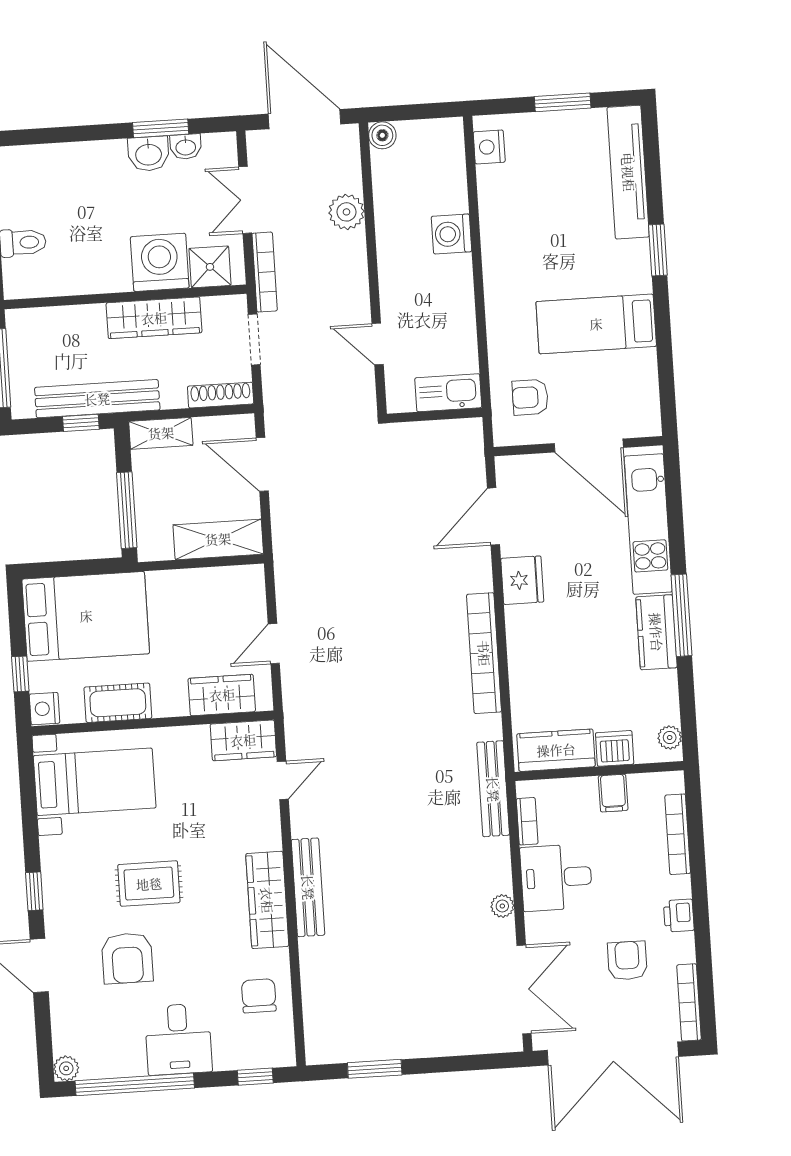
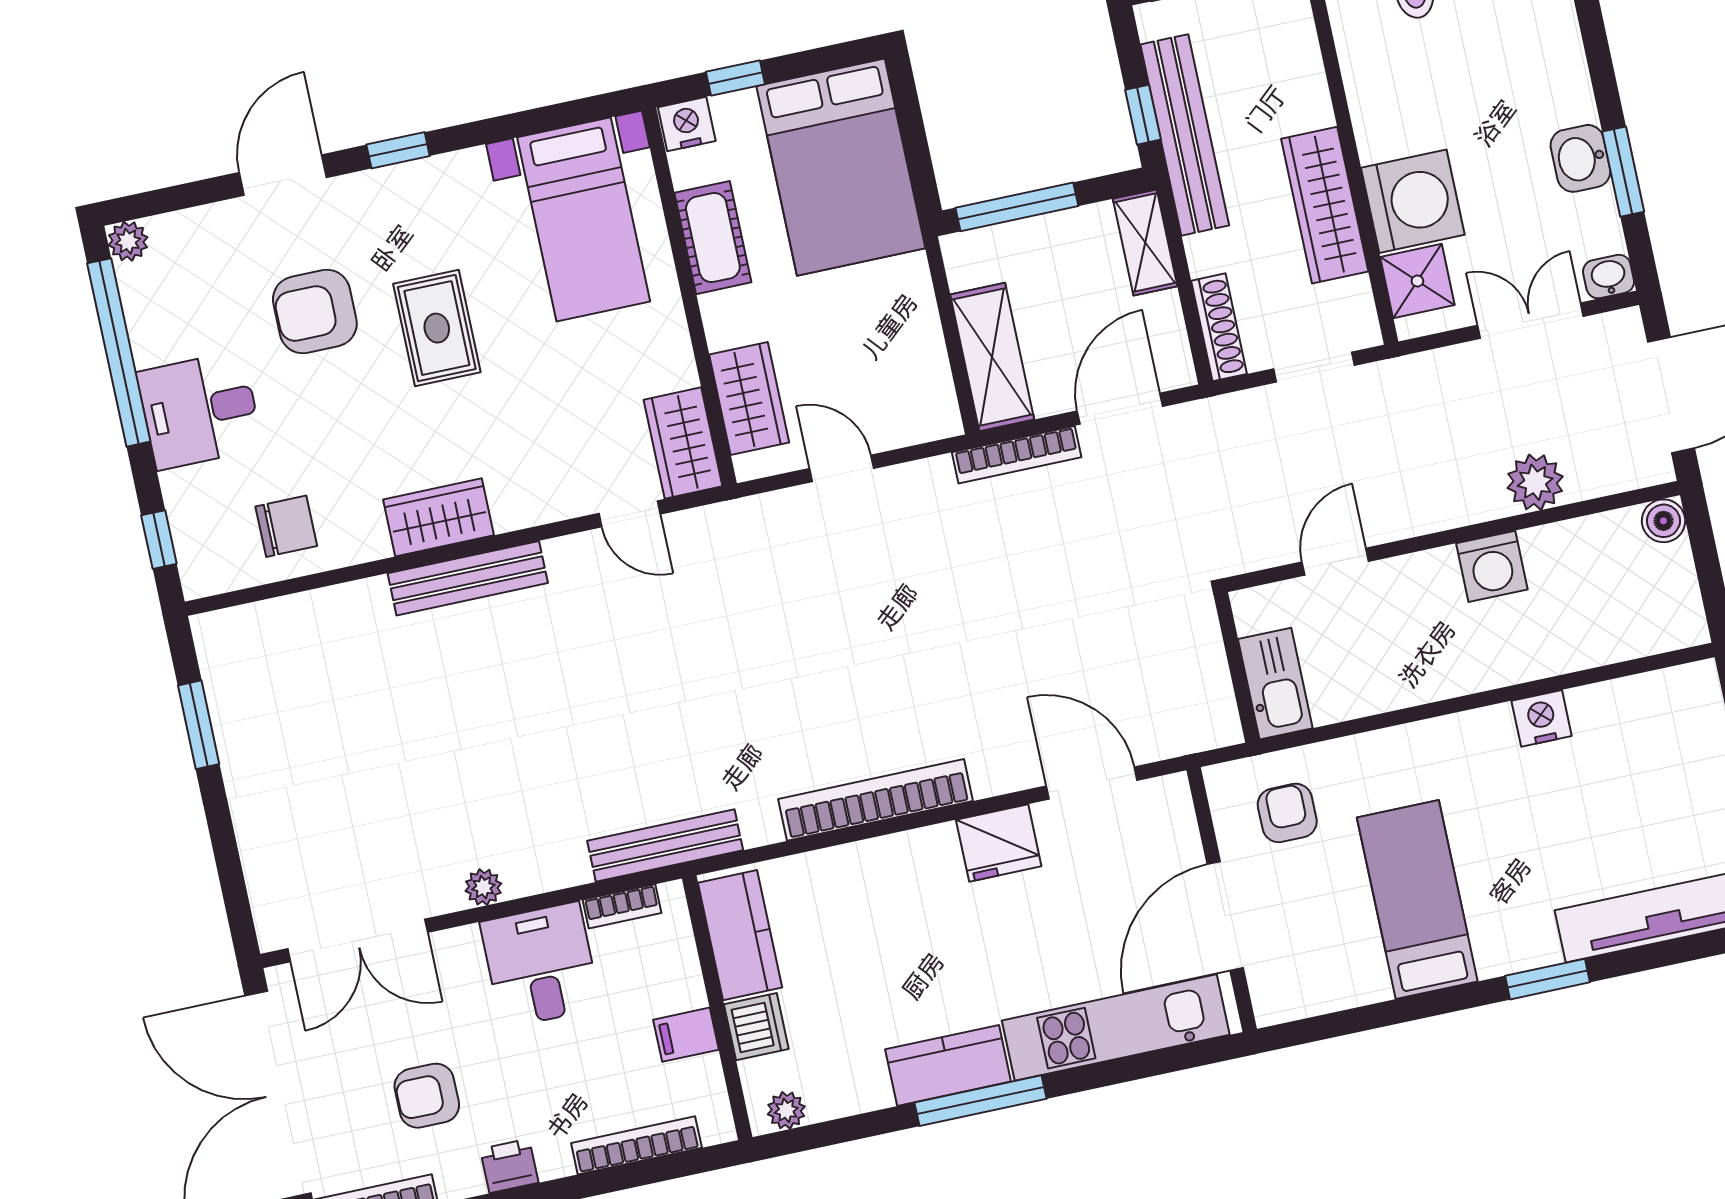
washbasin: (186, 147) -> (1609, 277), moved, turned 90
nightstand: (489, 147) -> (1542, 718), moved
washing machine: (451, 234) -> (1492, 566), moved, turned 180
bookcase: (265, 272) -> (1017, 455), moved
wardrobe: (267, 900) -> (438, 517), width x0.67
armchair: (627, 961) -> (427, 1096), turned 180

